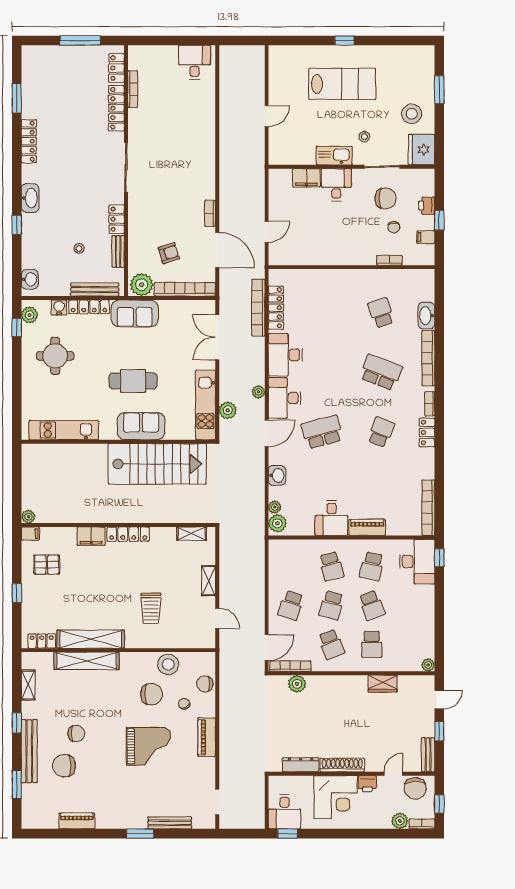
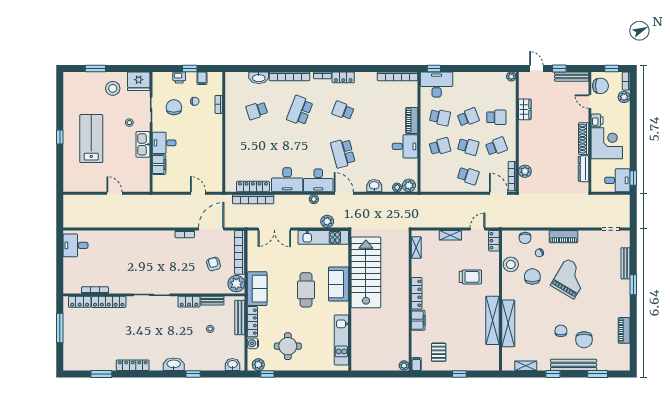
locker: (42, 641) -> (494, 241), moved
grand piano: (148, 746) -> (570, 279), turned 31
bench: (428, 755) -> (572, 77), width x1.36

